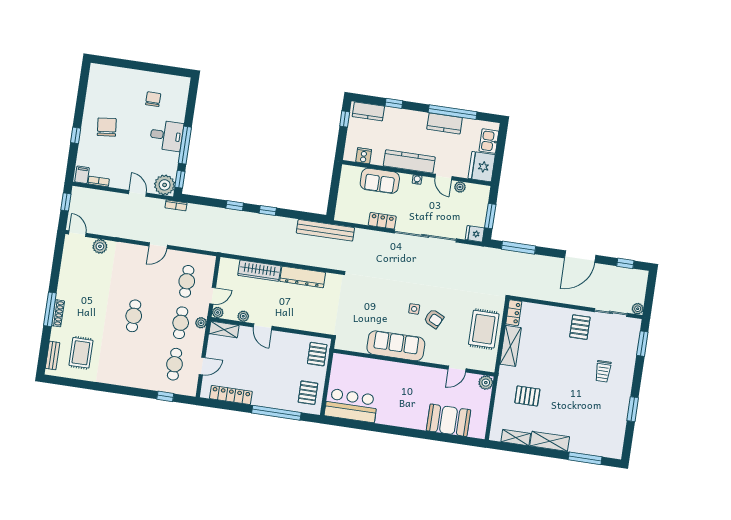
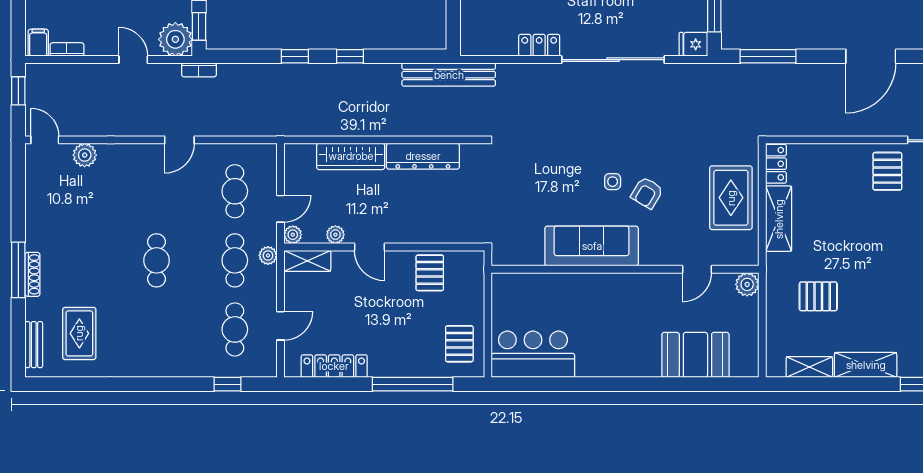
armchair: (434, 319) -> (647, 193), turned 95
pallet: (317, 354) -> (430, 273), moved

